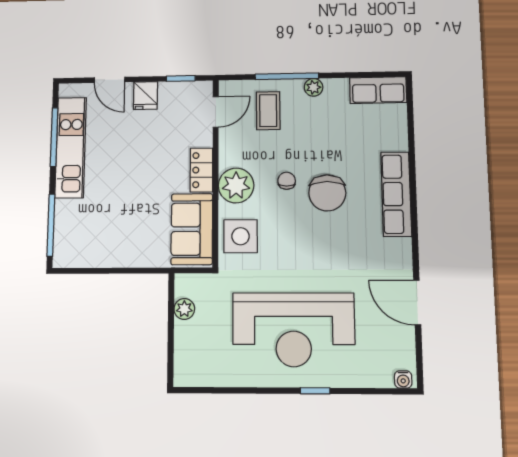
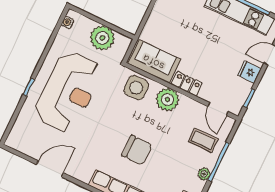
chair: (287, 181) -> (156, 130), removed
chair: (327, 193) -> (137, 150), turned 180
plant: (184, 309) -> (102, 38), width x1.88, depth x1.88
reception desk: (294, 330) -> (68, 92), turned 180
water cooler: (403, 380) -> (68, 23), moved

